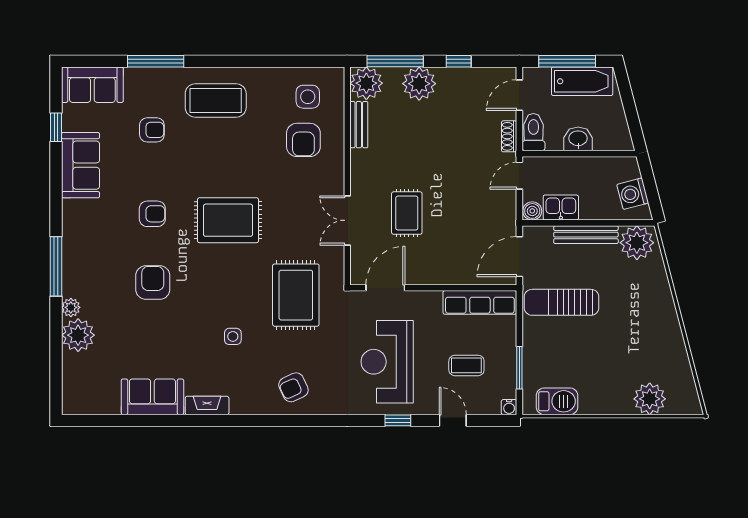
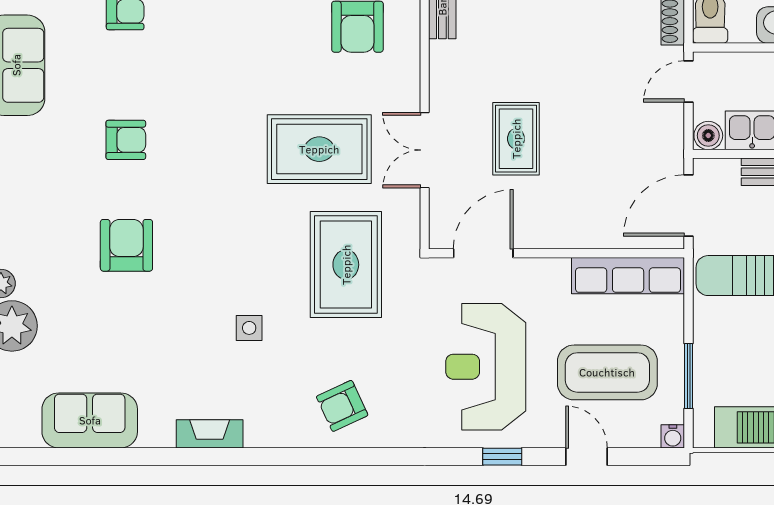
rug: (228, 220) -> (319, 149), moved
coffee table: (466, 365) -> (607, 372), width x1.86, depth x1.72
sofa: (152, 397) -> (90, 420), moved

